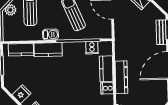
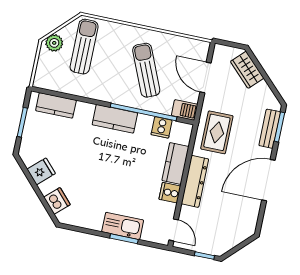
barbecue: (50, 35) -> (185, 110), moved
rug: (128, 43) -> (217, 132), added
kitchen counter: (48, 50) -> (115, 119), moved

